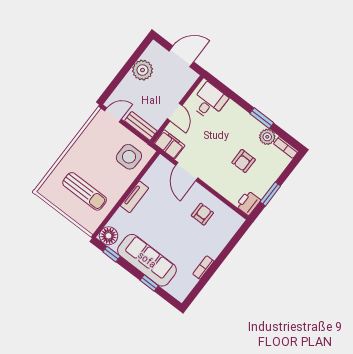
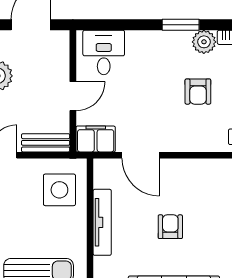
door: (175, 112) -> (73, 96), hinge flipped
tv unit: (135, 197) -> (102, 222), width x1.41
armchair: (202, 214) -> (170, 227), moved

